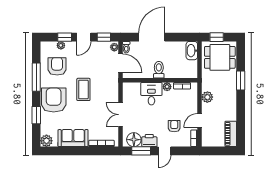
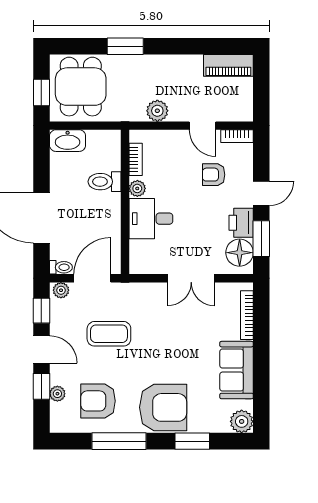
toilet: (159, 70) -> (105, 182), moved
coffee table: (83, 89) -> (109, 334), moved
armchair: (54, 100) -> (163, 407), turned 180
door: (165, 151) -> (261, 193), hinge flipped

